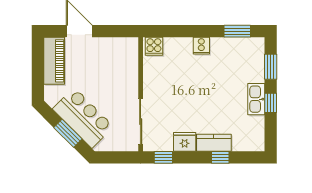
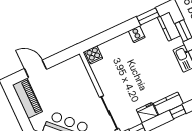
cooker: (201, 46) -> (137, 34), moved
kitchen counter: (256, 54) -> (169, 27), added

